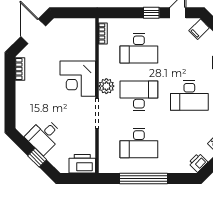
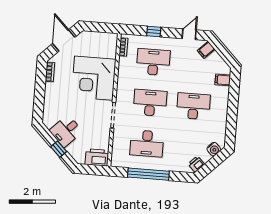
window: (151, 13) -> (154, 32), moved
desk: (139, 48) -> (153, 62), turned 180
corner desk: (78, 79) -> (94, 78), width x1.36, depth x1.36
plant: (106, 86) -> (123, 92), removed
desk: (189, 96) -> (193, 106), turned 180

